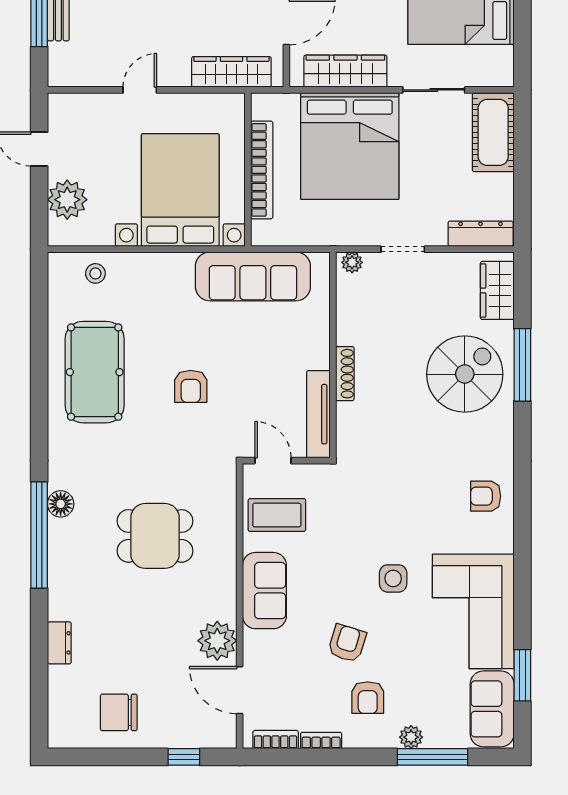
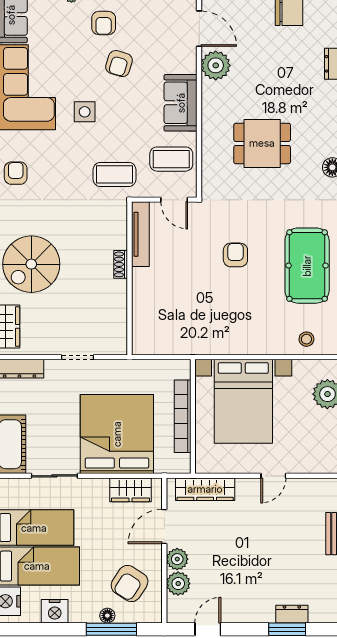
wardrobe: (345, 71) -> (130, 490), width x0.67
plant: (352, 262) -> (115, 347), removed
sofa: (253, 276) -> (189, 337), removed
shoe rack: (345, 374) -> (121, 264), width x0.70
coffee table: (353, 494) -> (115, 174), added
armchair: (486, 496) -> (16, 173), turned -90
armchair: (368, 698) -> (104, 23), turned 180

